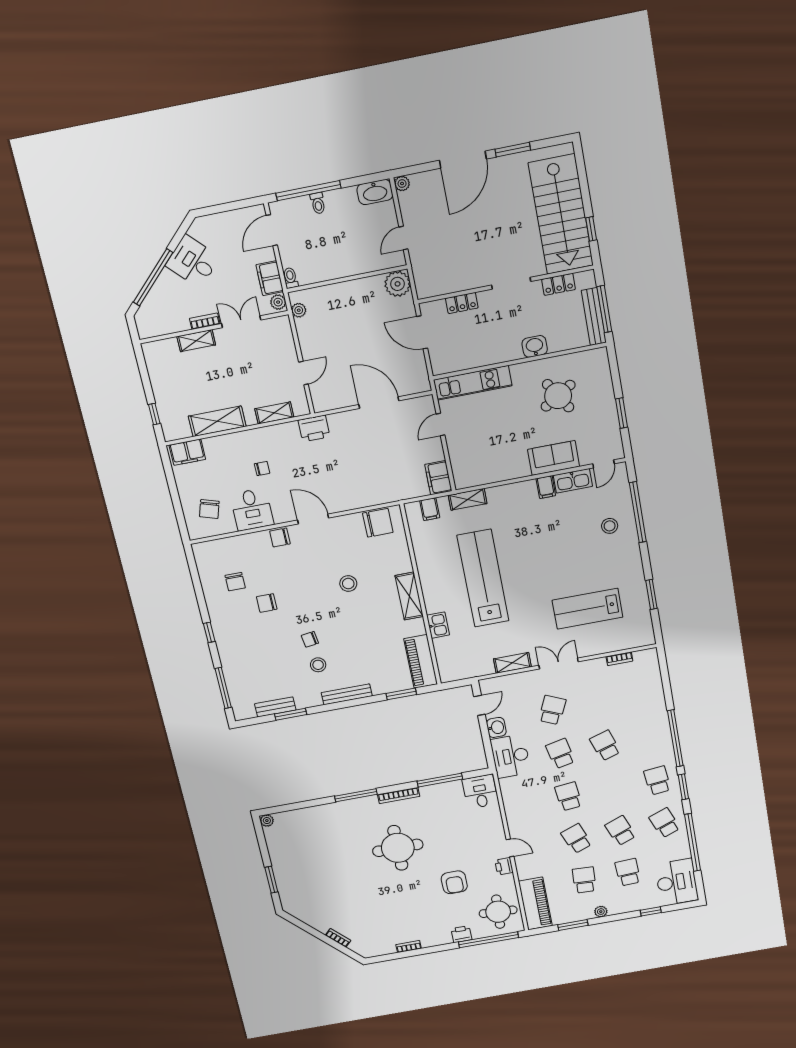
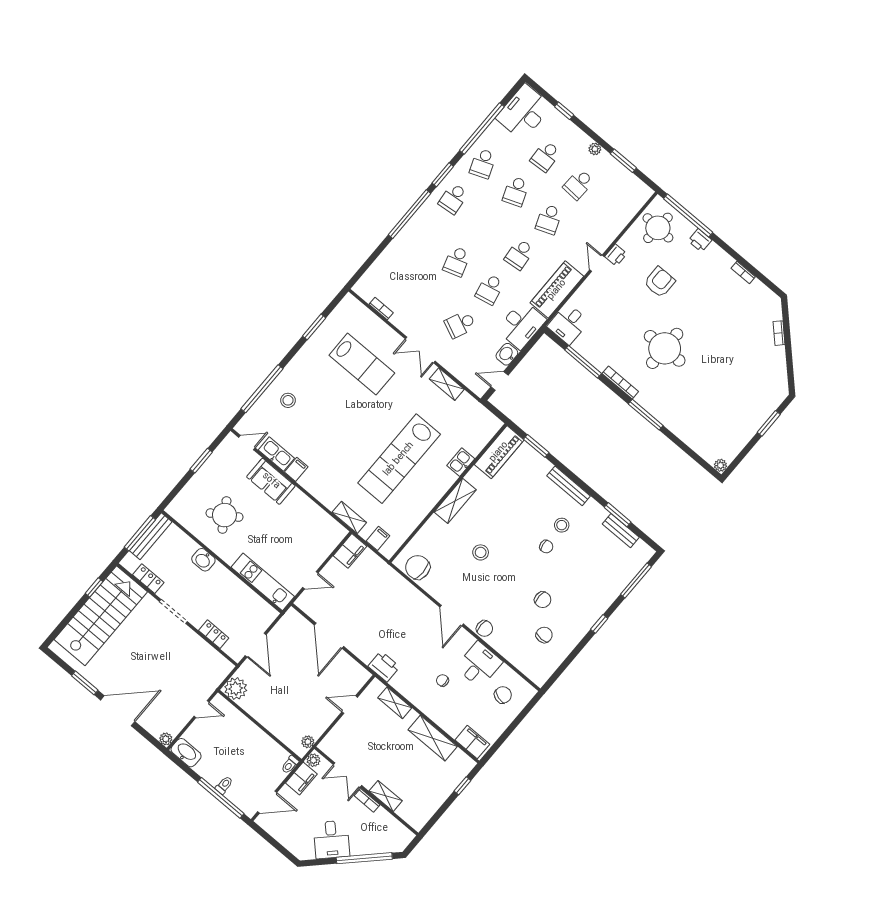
piano: (535, 903) -> (557, 290), moved

